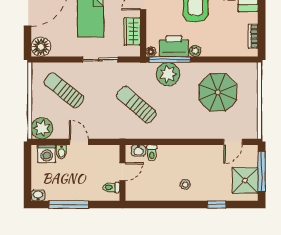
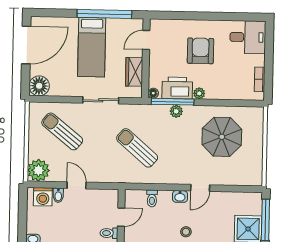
plant: (168, 74) -> (176, 111), width x0.53, depth x0.53
door: (233, 142) -> (200, 188), moved
washbasin: (138, 151) -> (180, 196), moved

